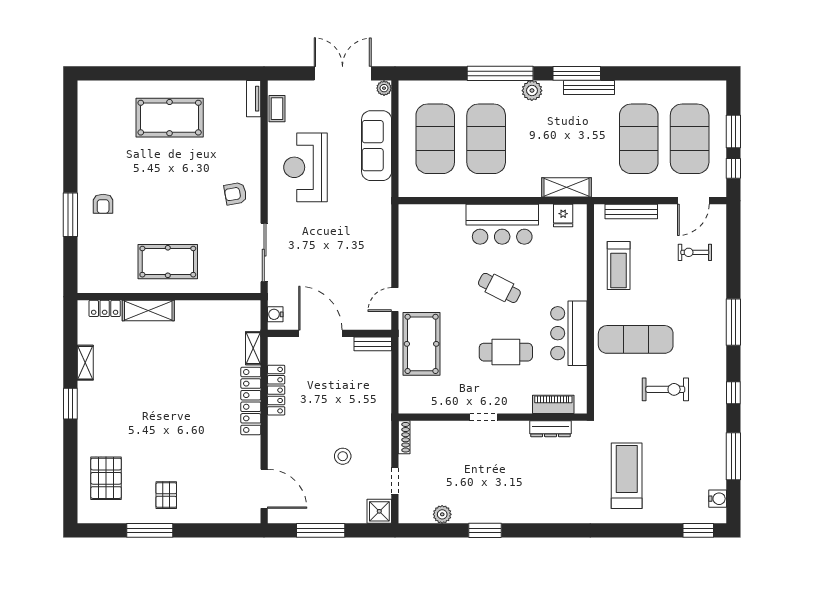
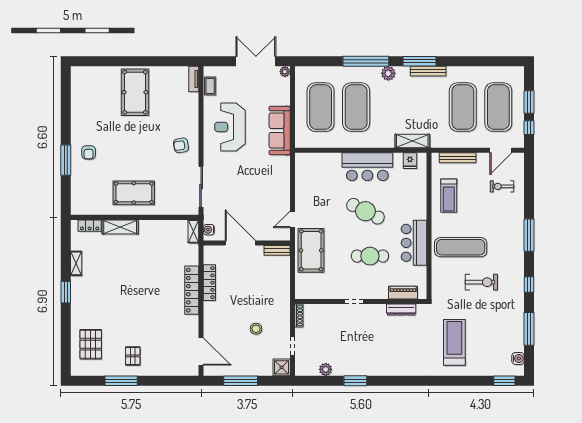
pool table: (170, 118) -> (135, 92), turned 90
sofa: (377, 146) -> (280, 130), moved
cafe table: (499, 288) -> (365, 211), width x1.37, depth x1.35
shelving: (253, 348) -> (193, 231), moved

